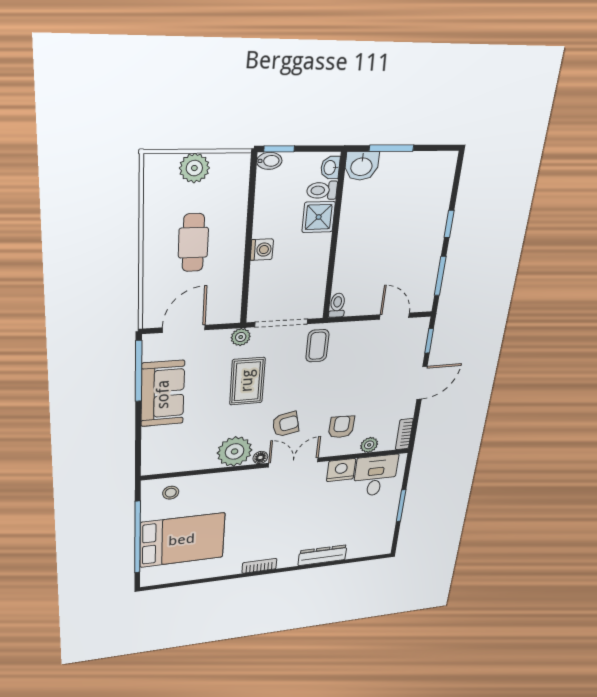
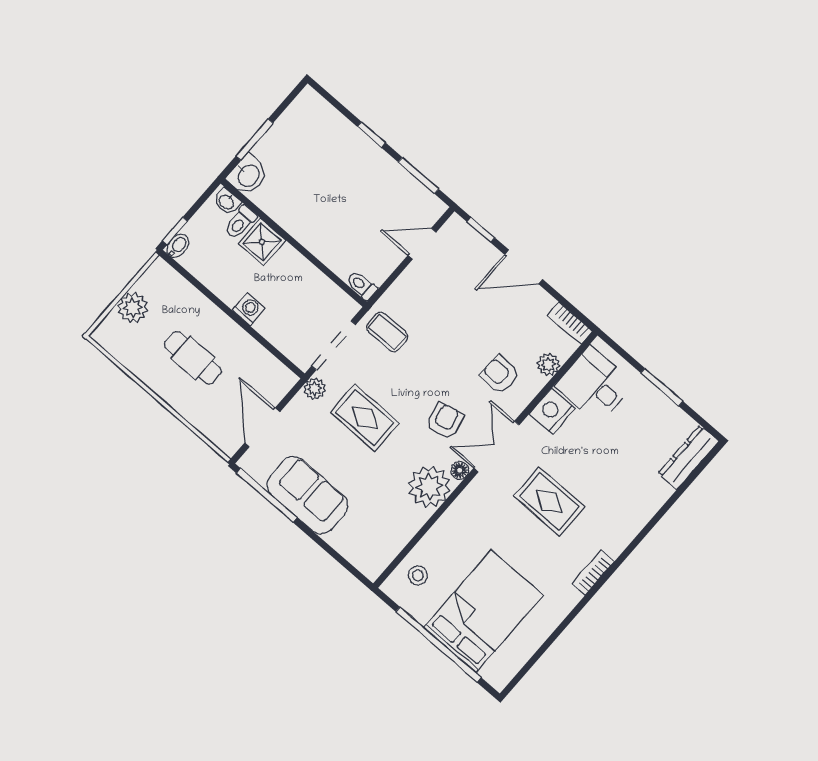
door: (422, 383) -> (524, 267), swing flipped
rug: (283, 513) -> (549, 501), added
dresser: (322, 555) -> (688, 457), moved

